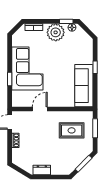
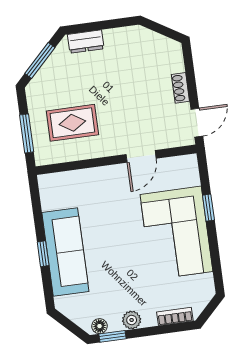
plant: (56, 32) -> (132, 320), width x0.53, depth x0.53
sofa: (84, 86) -> (65, 252), moved
dresser: (42, 170) -> (86, 42), moved

